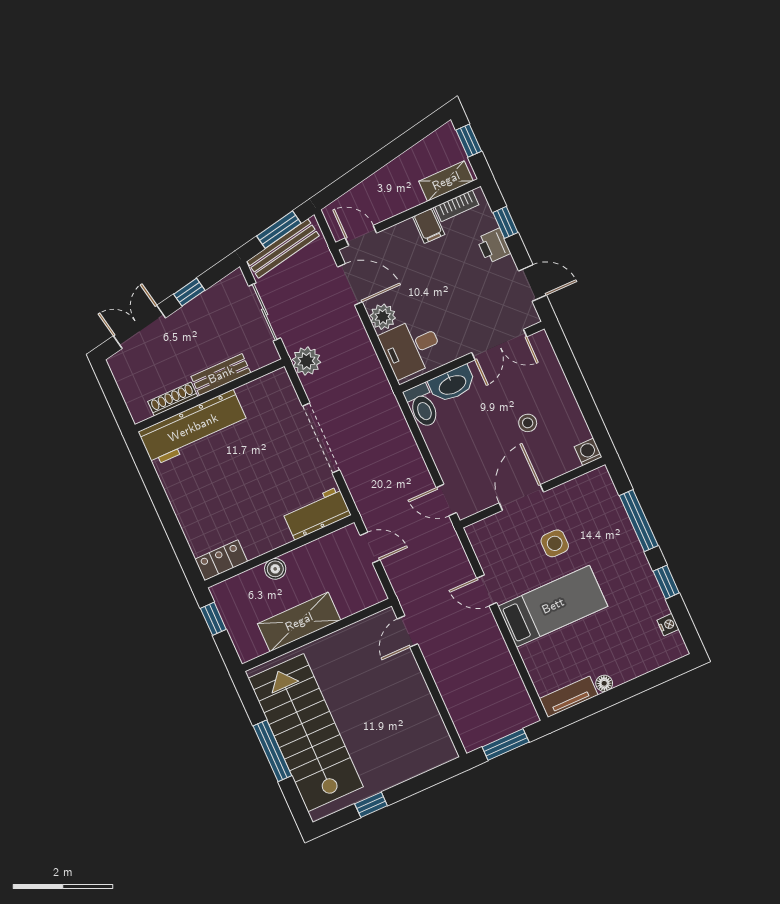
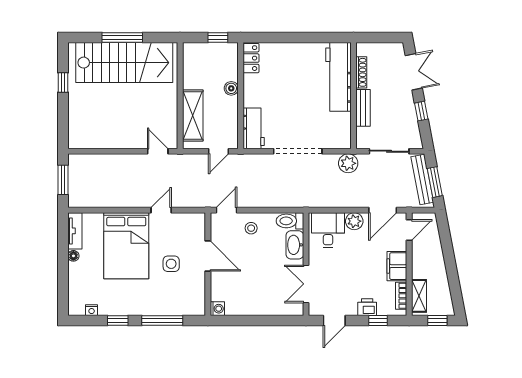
filing cabinet: (429, 226) -> (397, 266), width x2.00
stool: (528, 423) -> (251, 228), moved
bed: (553, 606) -> (126, 246), width x1.50
shelving: (299, 622) -> (193, 116), moved

